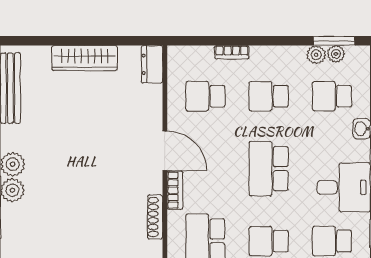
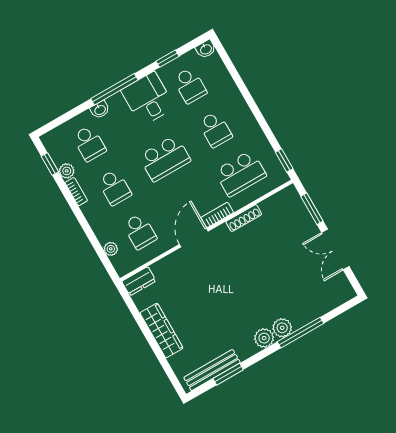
window: (334, 41) -> (50, 164), width x0.67
bookcase: (232, 52) -> (76, 192), moved
plant: (336, 54) -> (111, 249), moved

